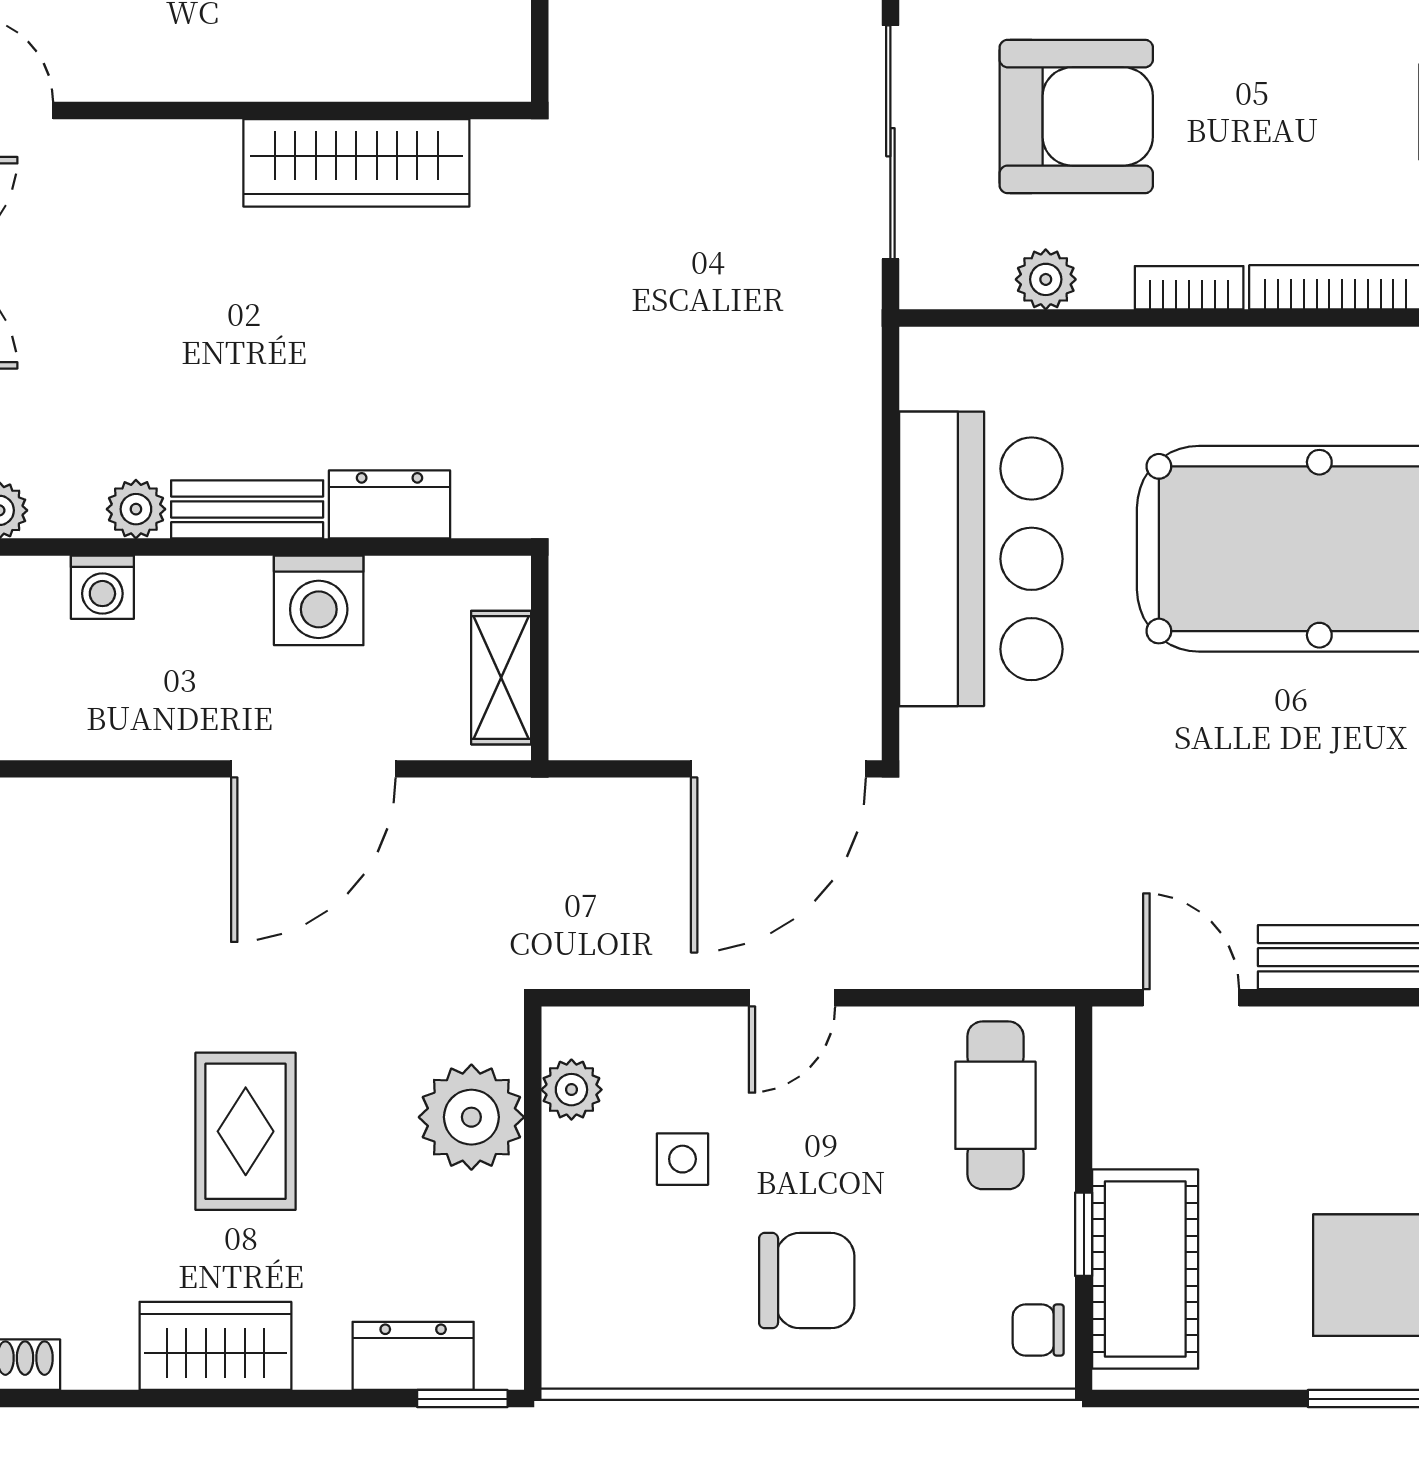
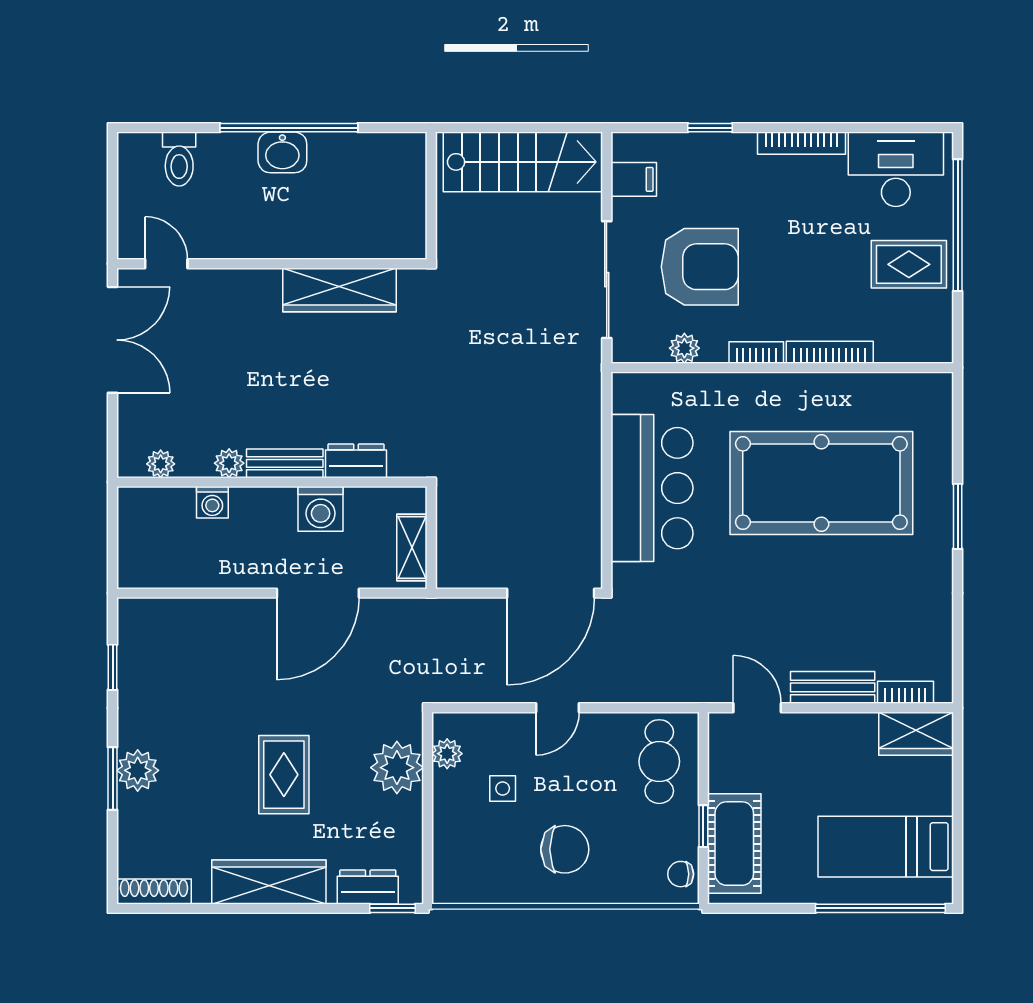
wardrobe: (215, 1346) -> (269, 882), width x1.50

